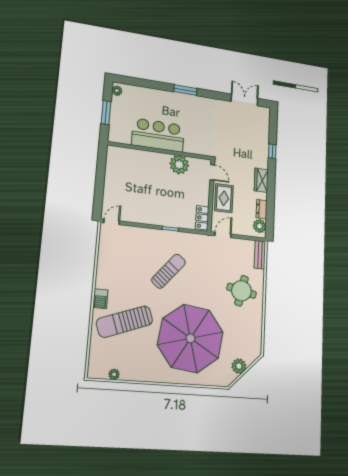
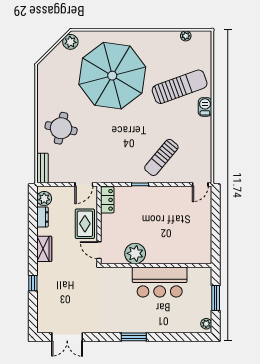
sun lounger: (169, 271) -> (161, 157), moved
plant: (239, 366) -> (70, 42), moved

